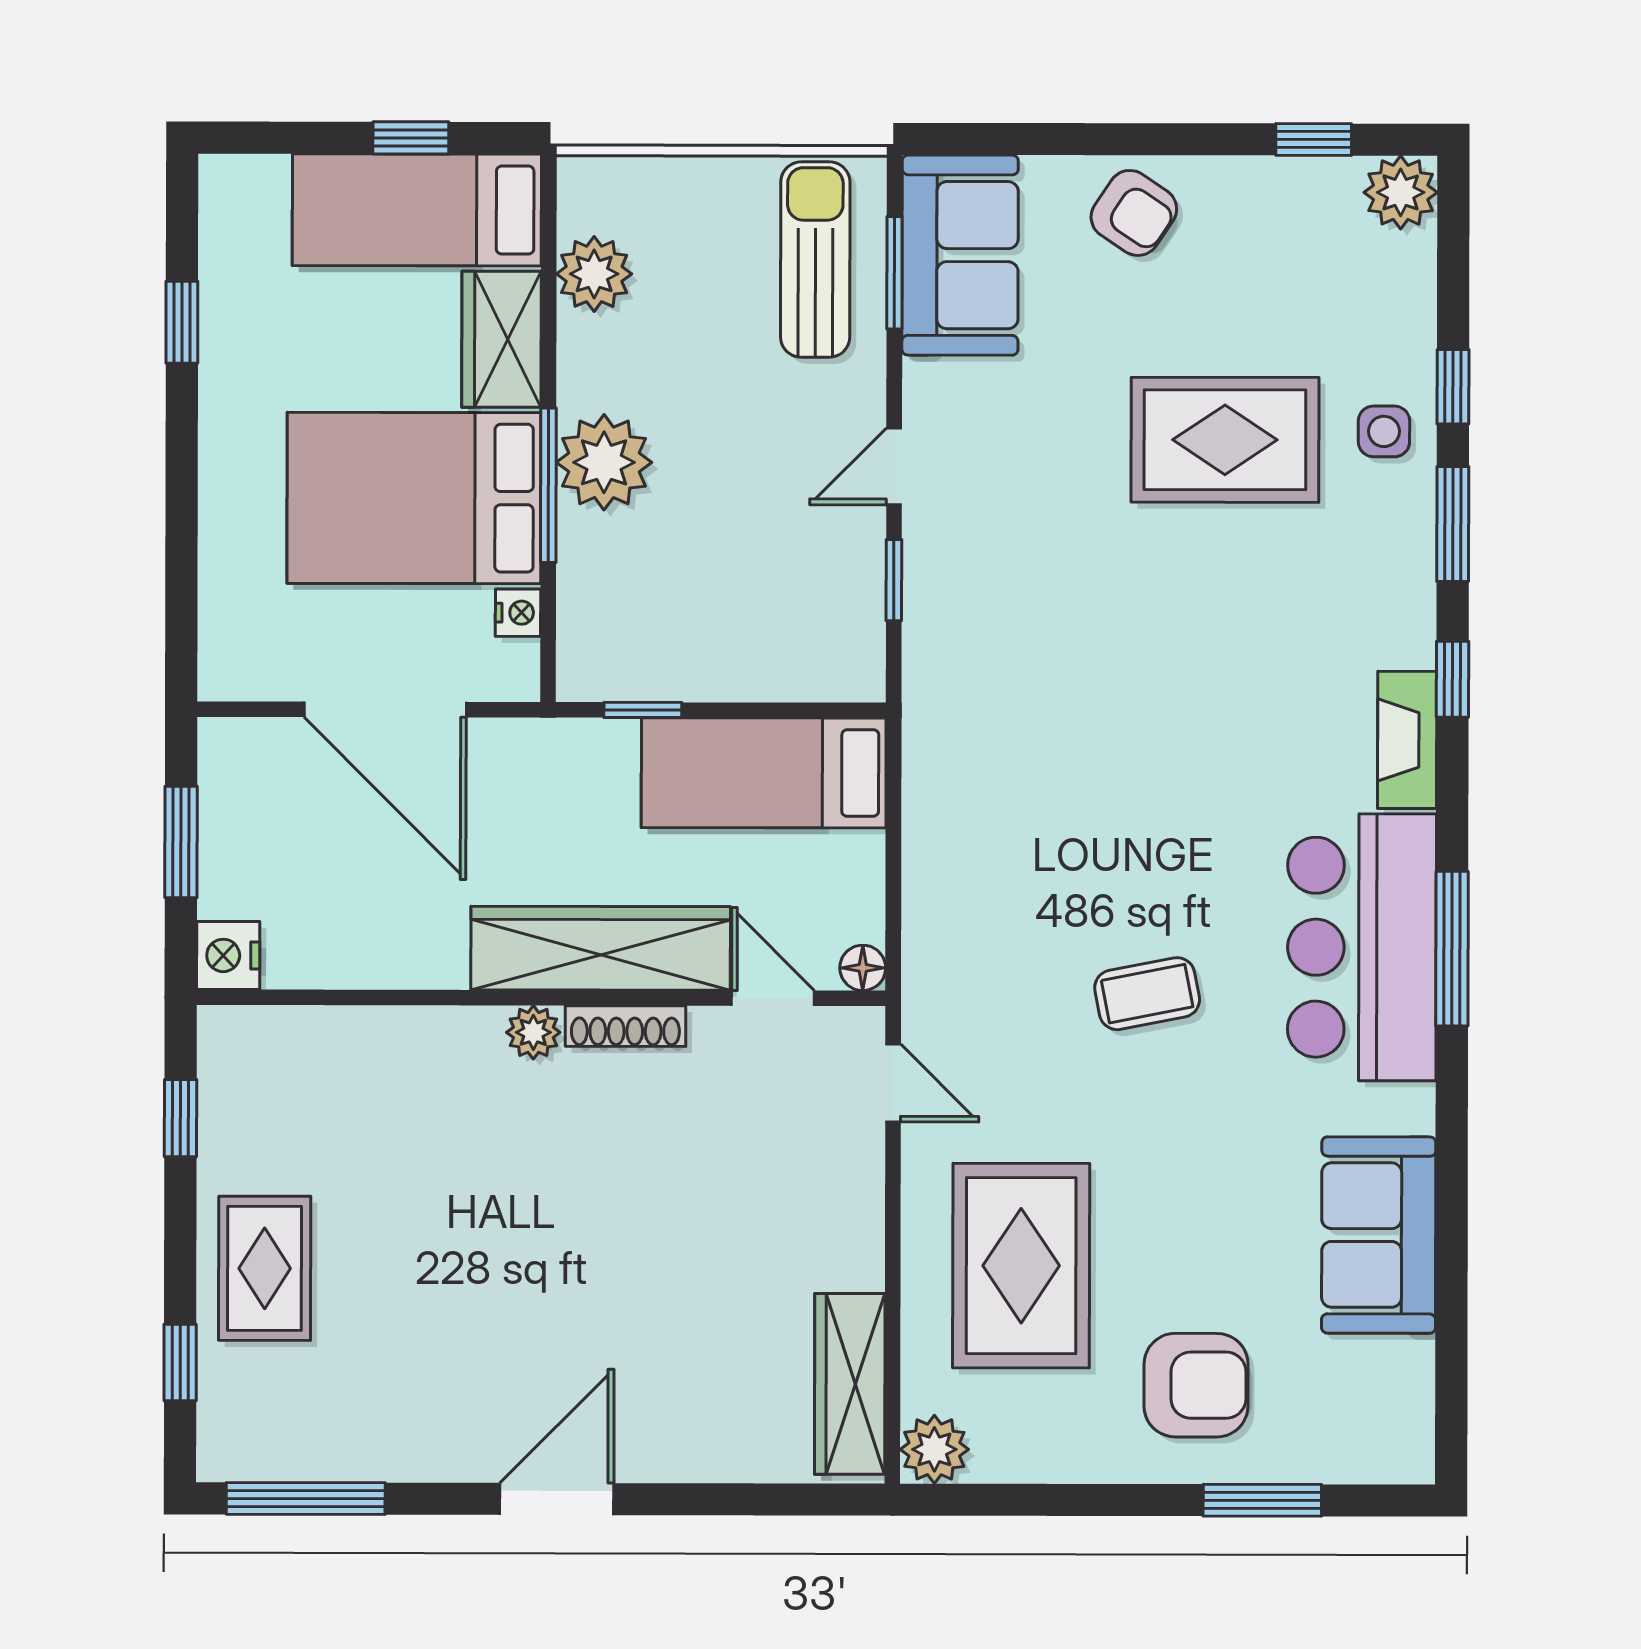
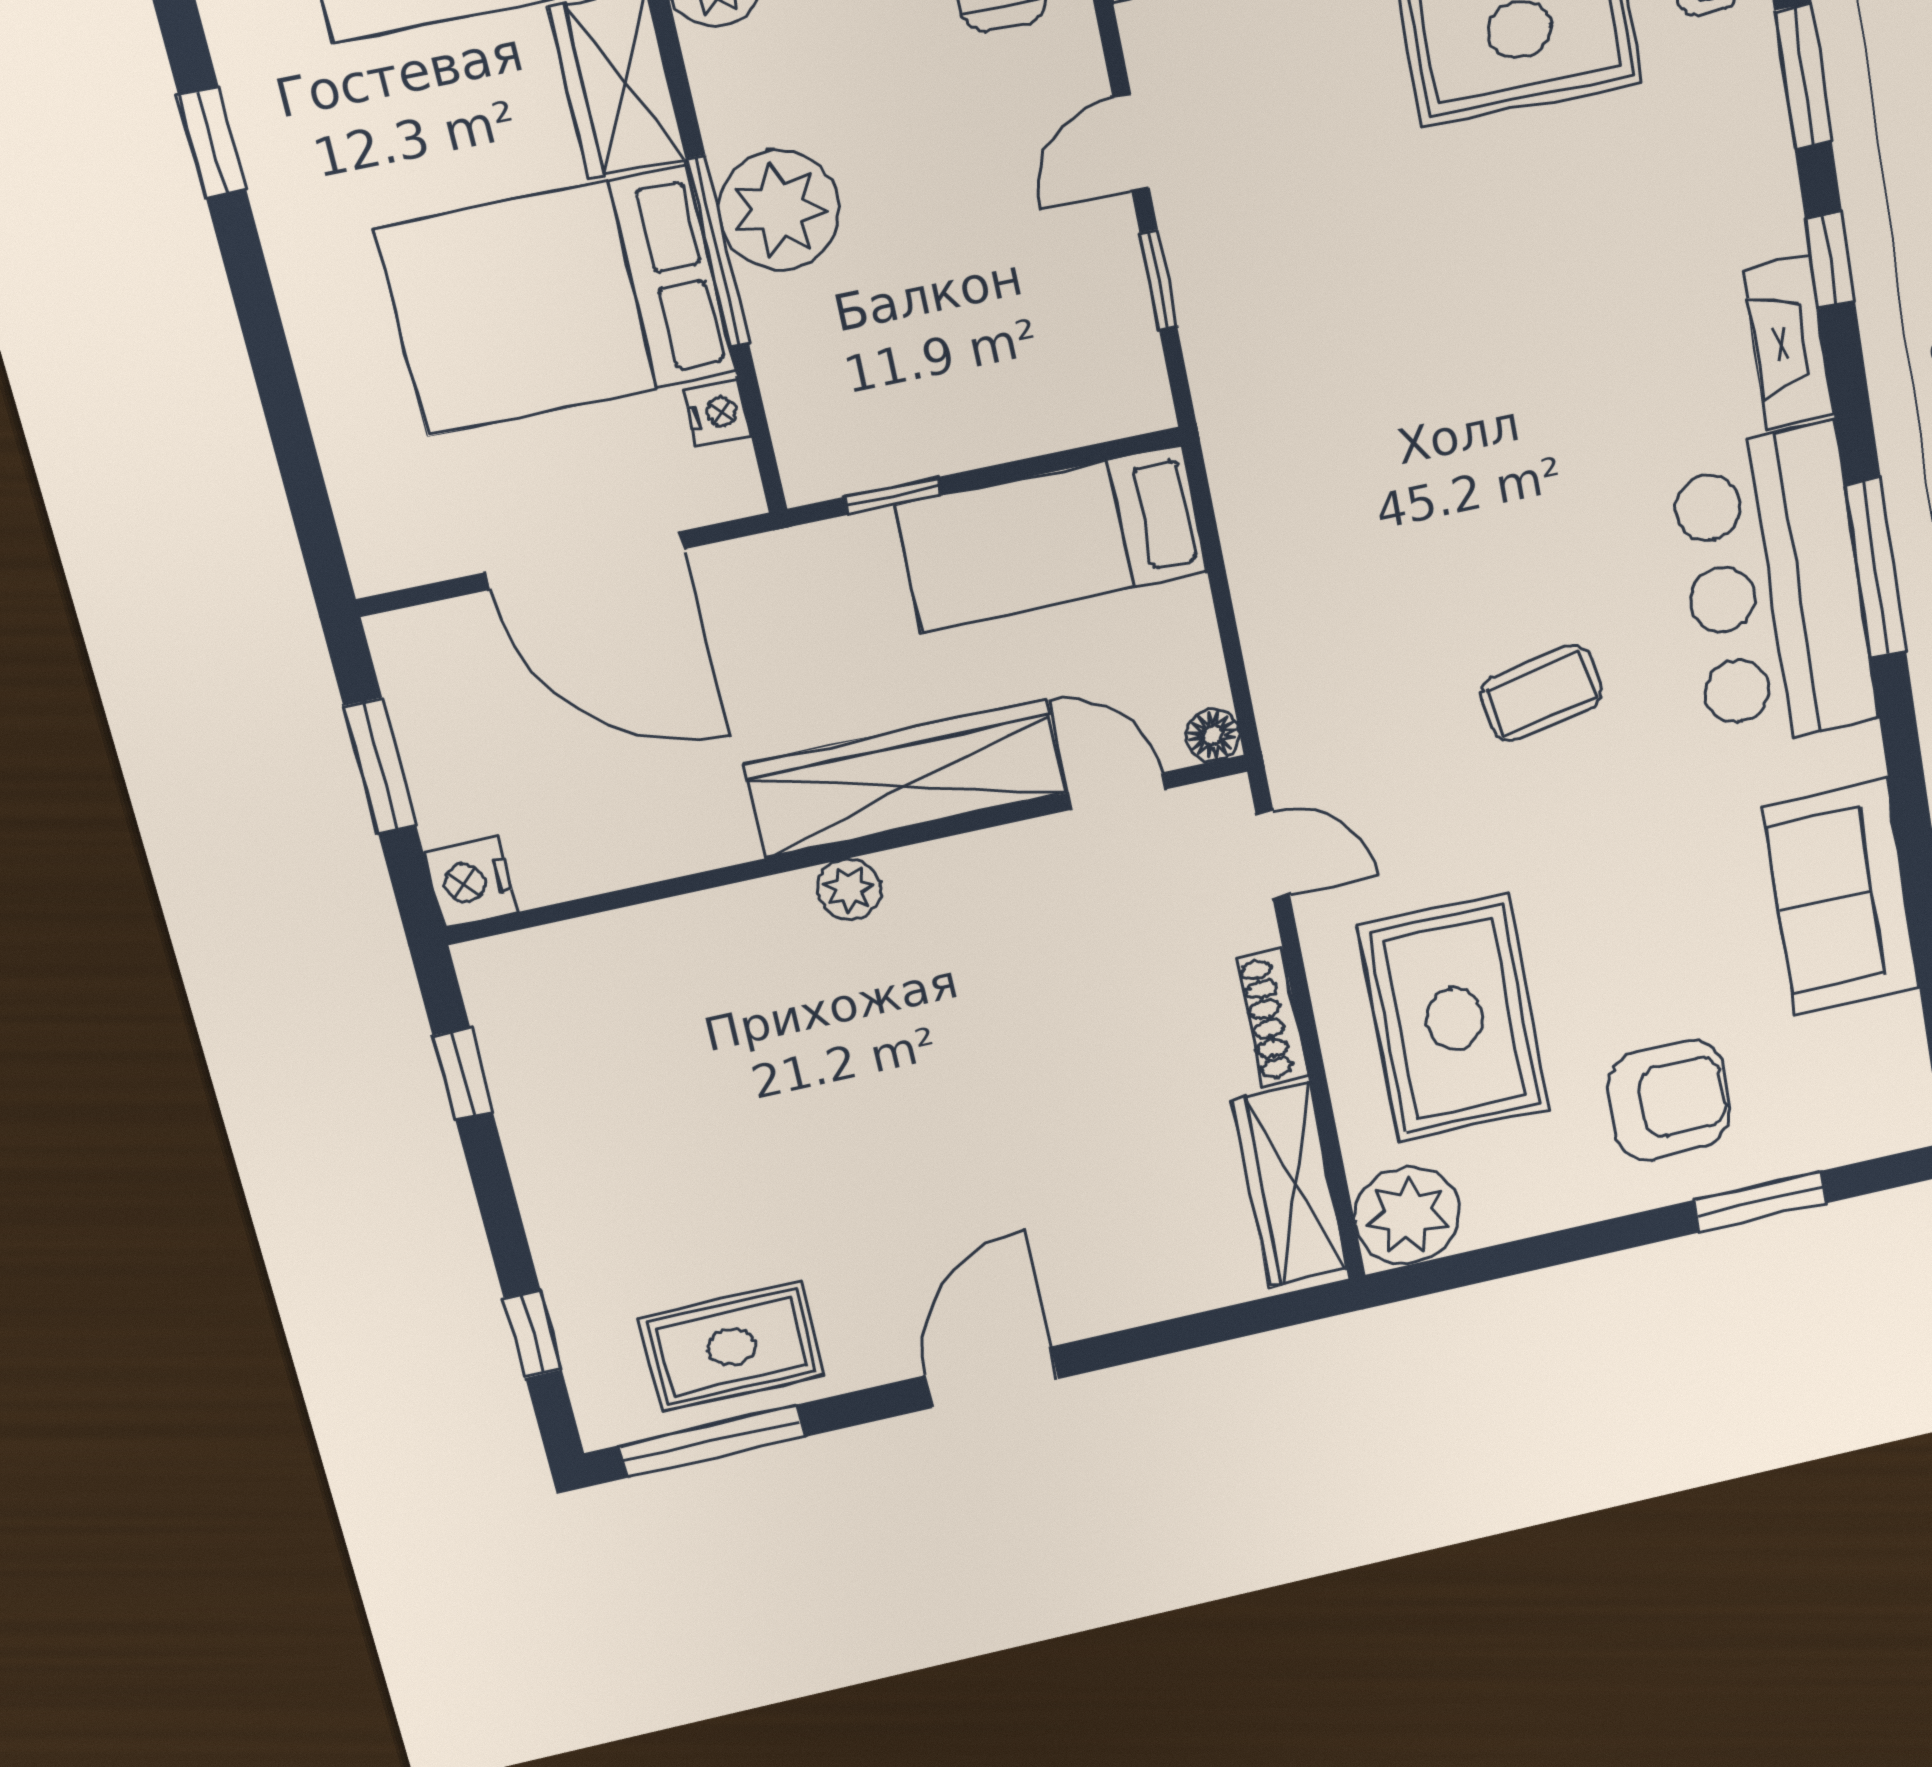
shoe rack: (625, 1026) -> (1272, 1018), moved, turned 90
rug: (265, 1268) -> (732, 1347), moved, turned 90
plant: (934, 1449) -> (1407, 1215), width x1.36, depth x1.36

